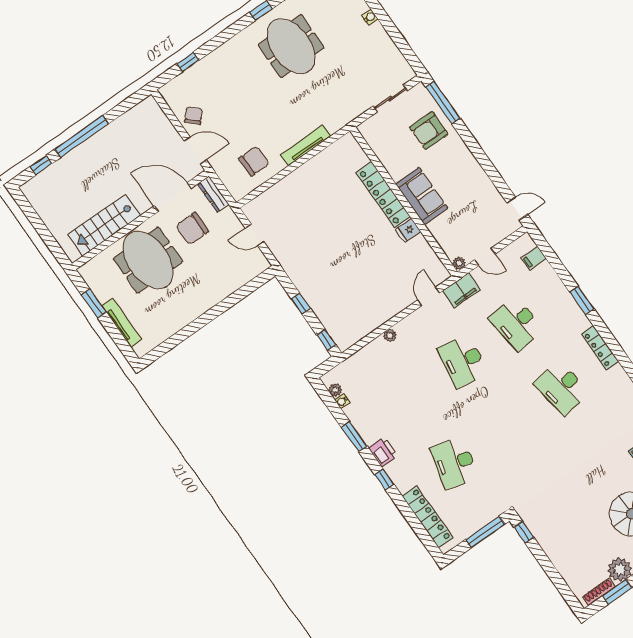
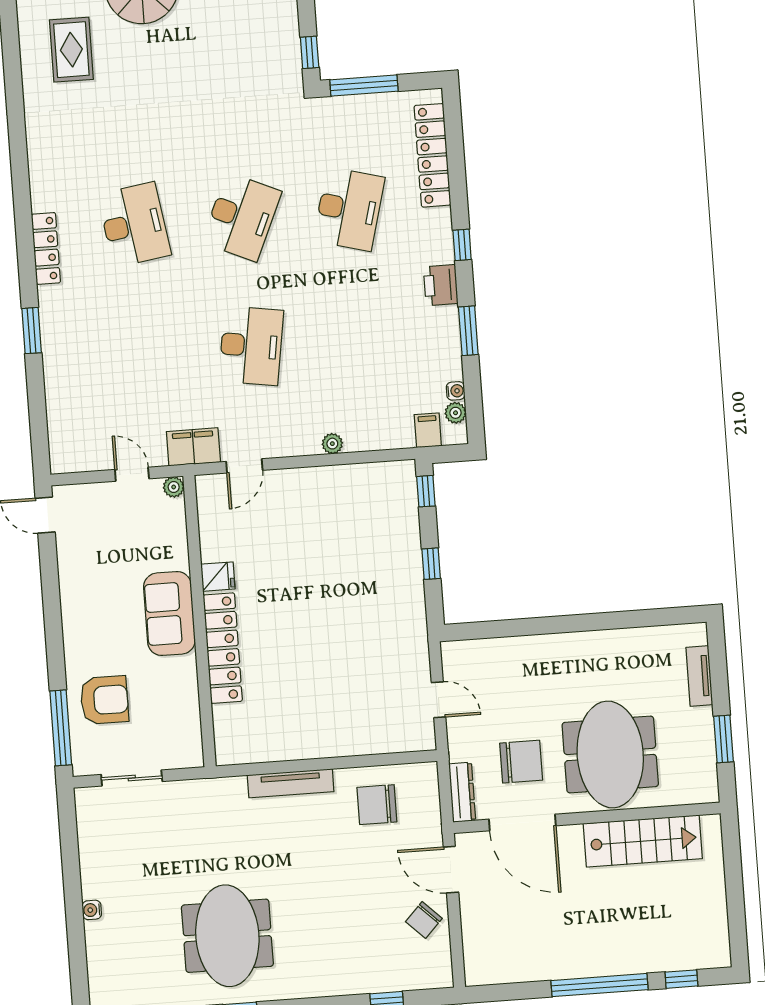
filing cabinet: (534, 258) -> (428, 430), moved, turned -90
tv unit: (122, 323) -> (699, 676), width x0.71
desk: (516, 323) -> (242, 217), moved, turned 30

